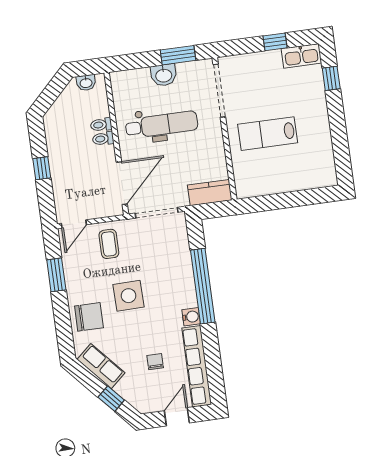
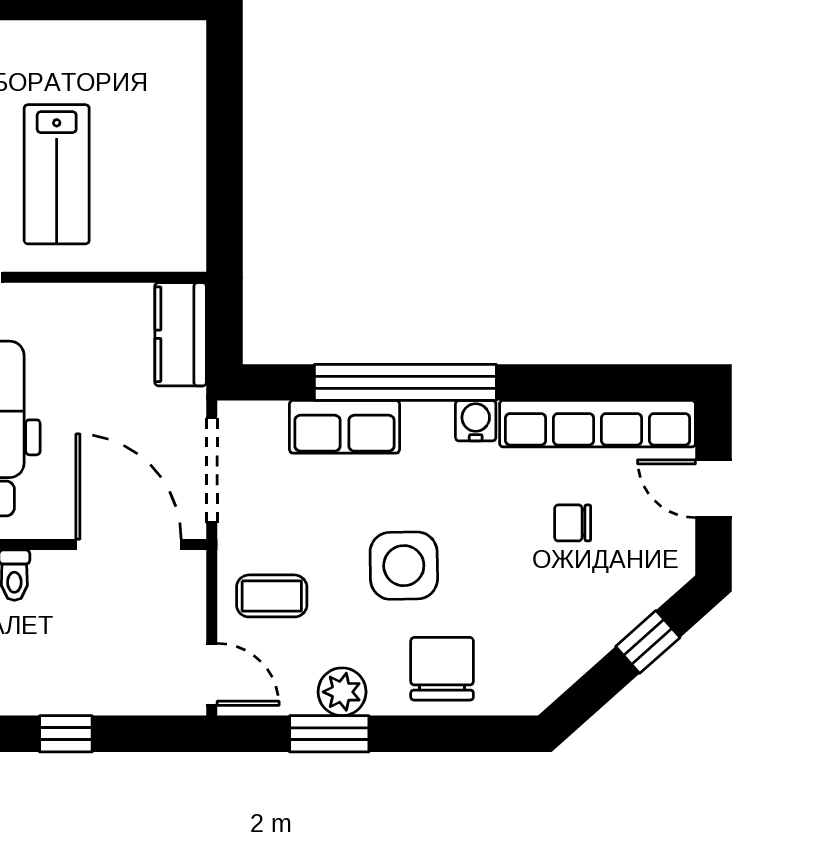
plant: (74, 278) -> (342, 692), added
row of seats: (101, 366) -> (344, 427), moved, turned -138

